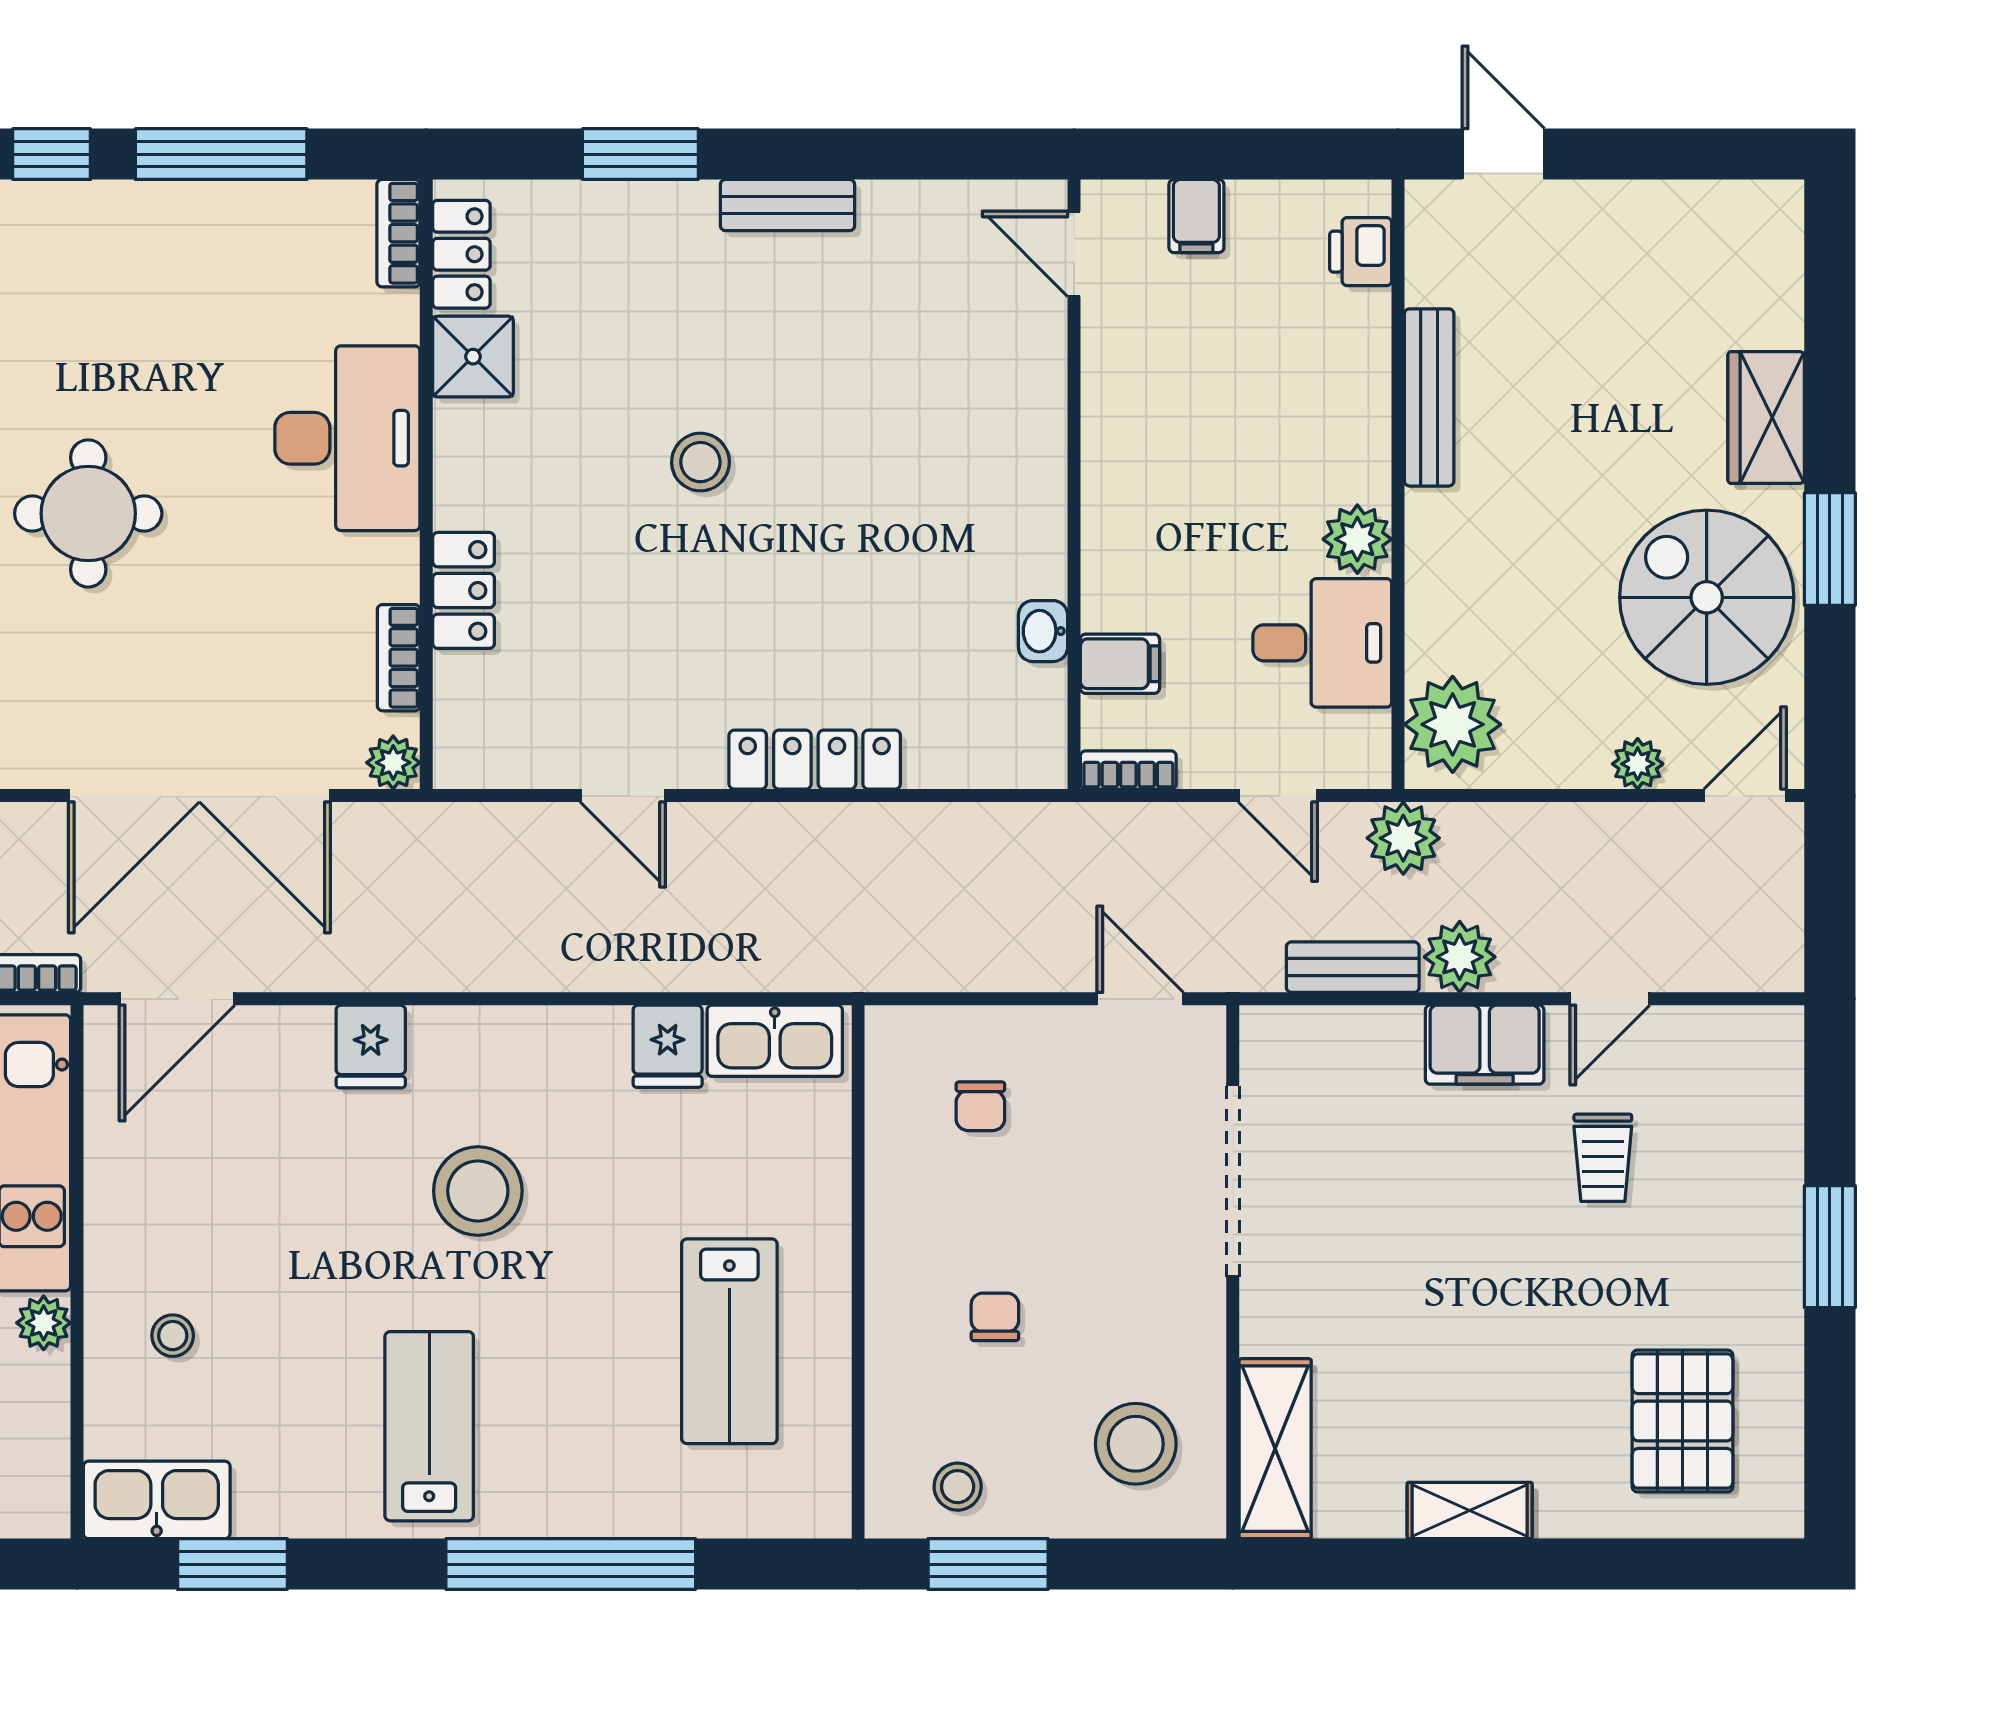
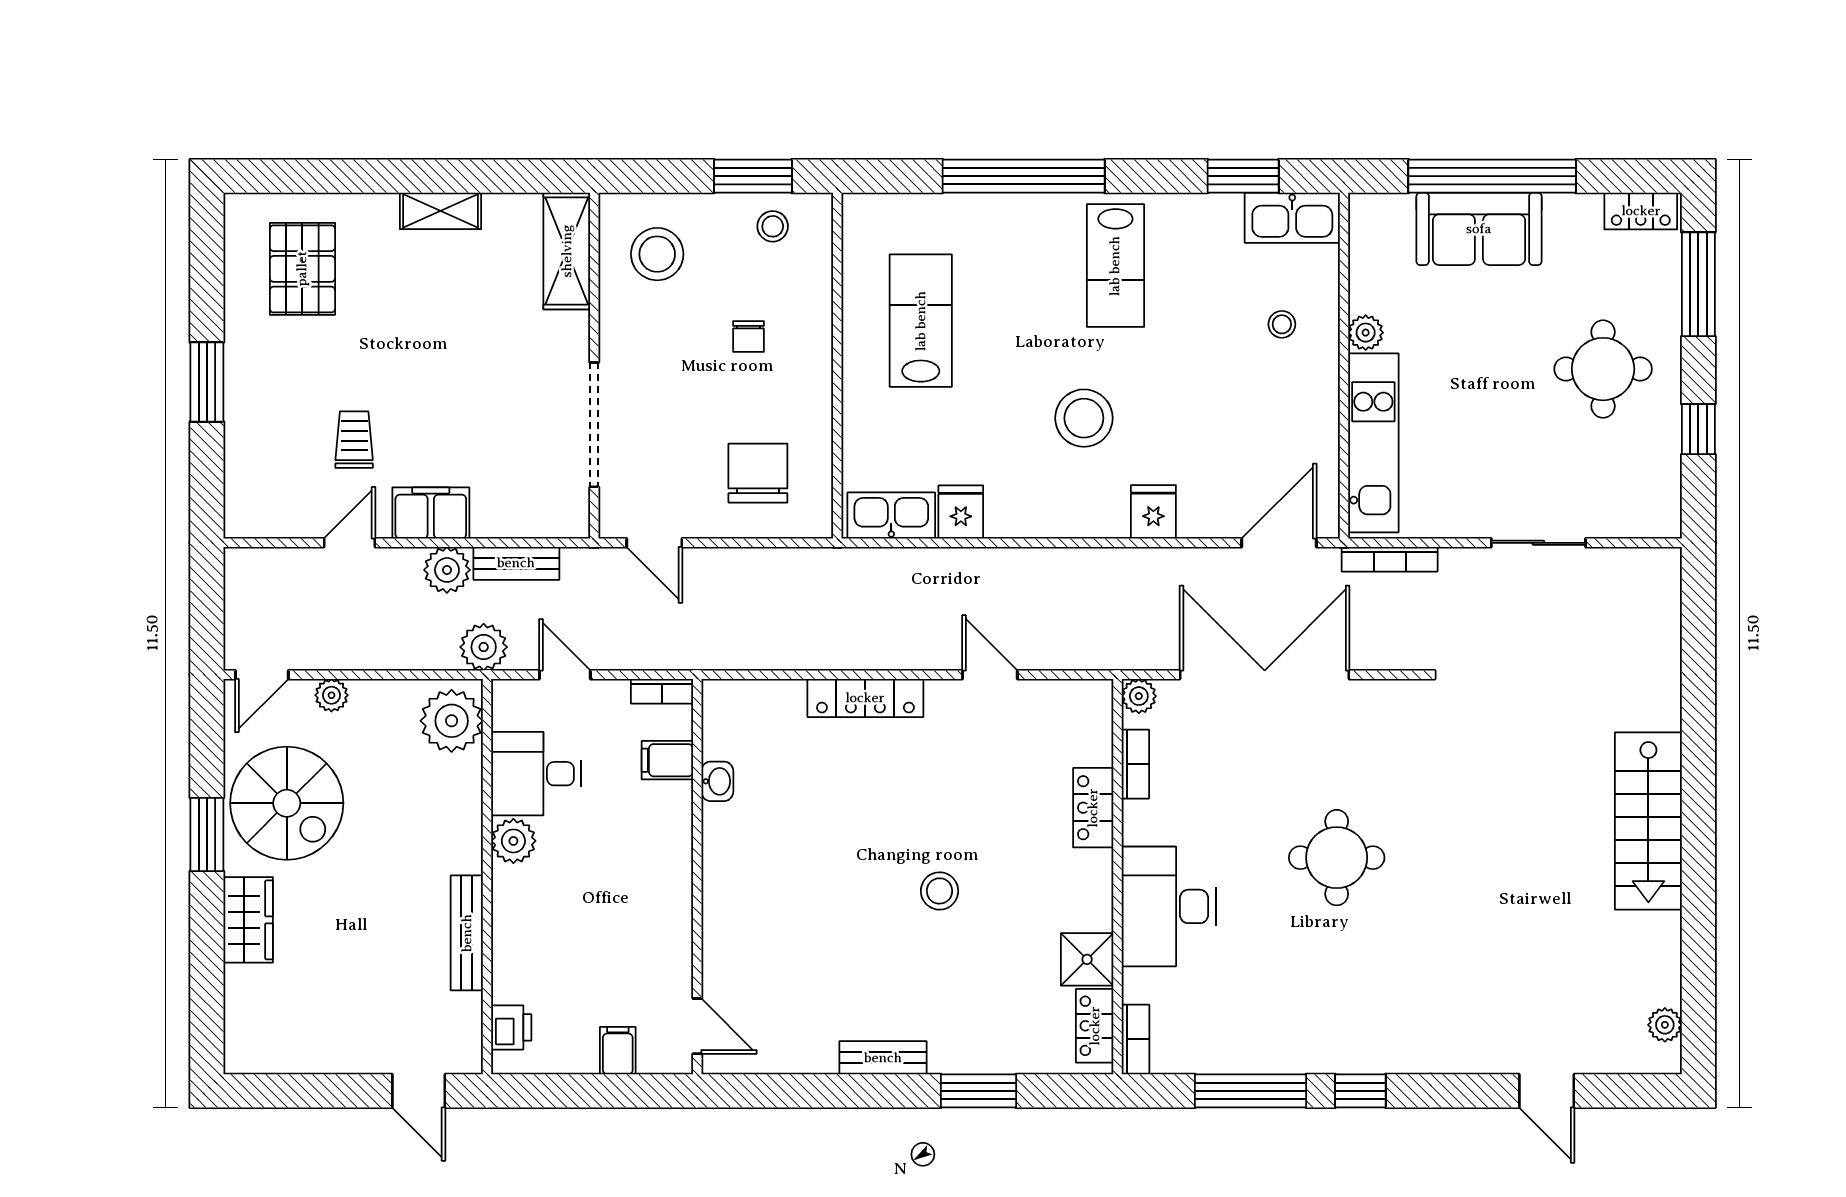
chair: (980, 1106) -> (758, 473), width x1.87, depth x1.87

